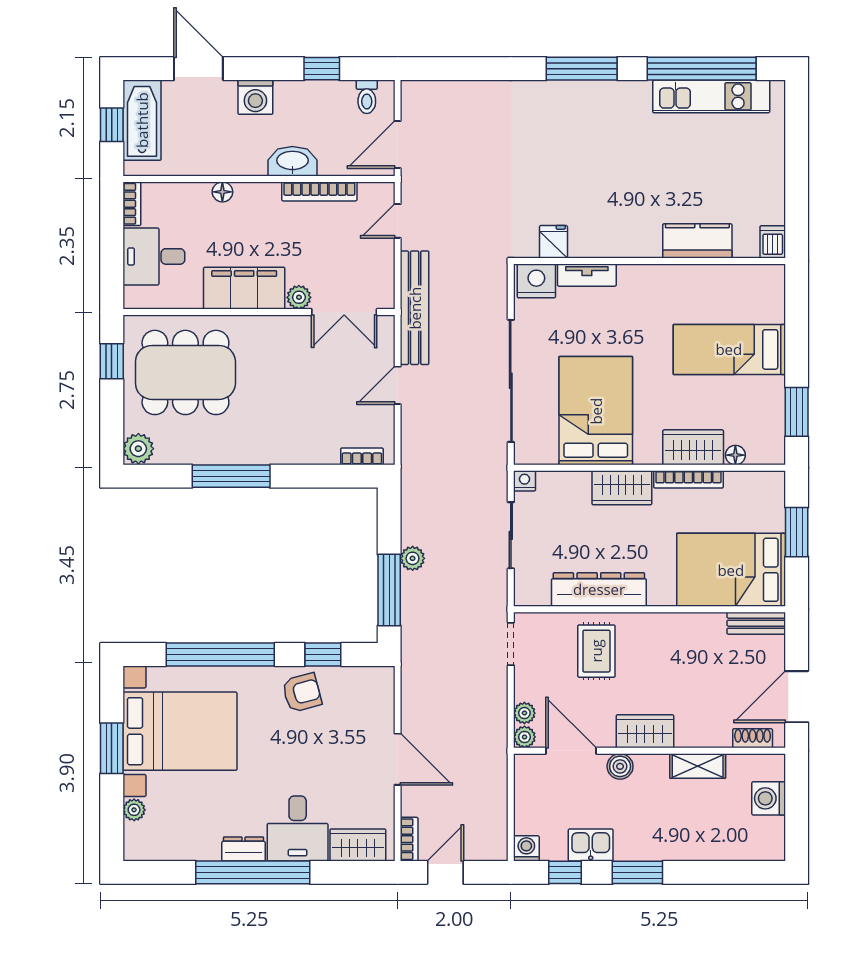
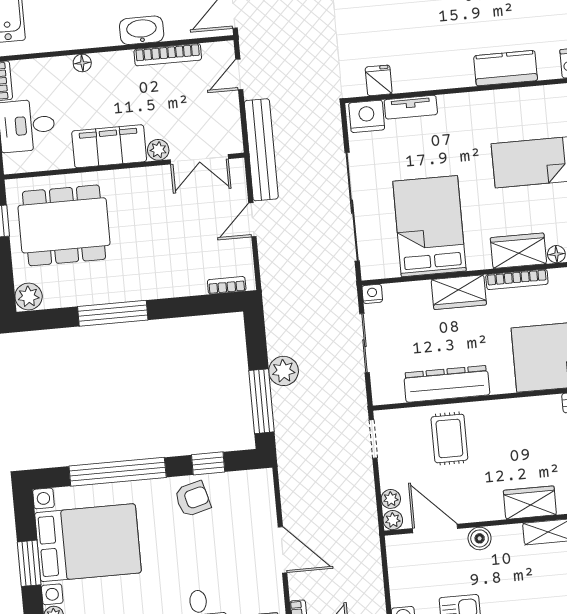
plant: (413, 558) -> (284, 371), width x1.38, depth x1.38
wardrobe: (645, 731) -> (530, 503), moved

